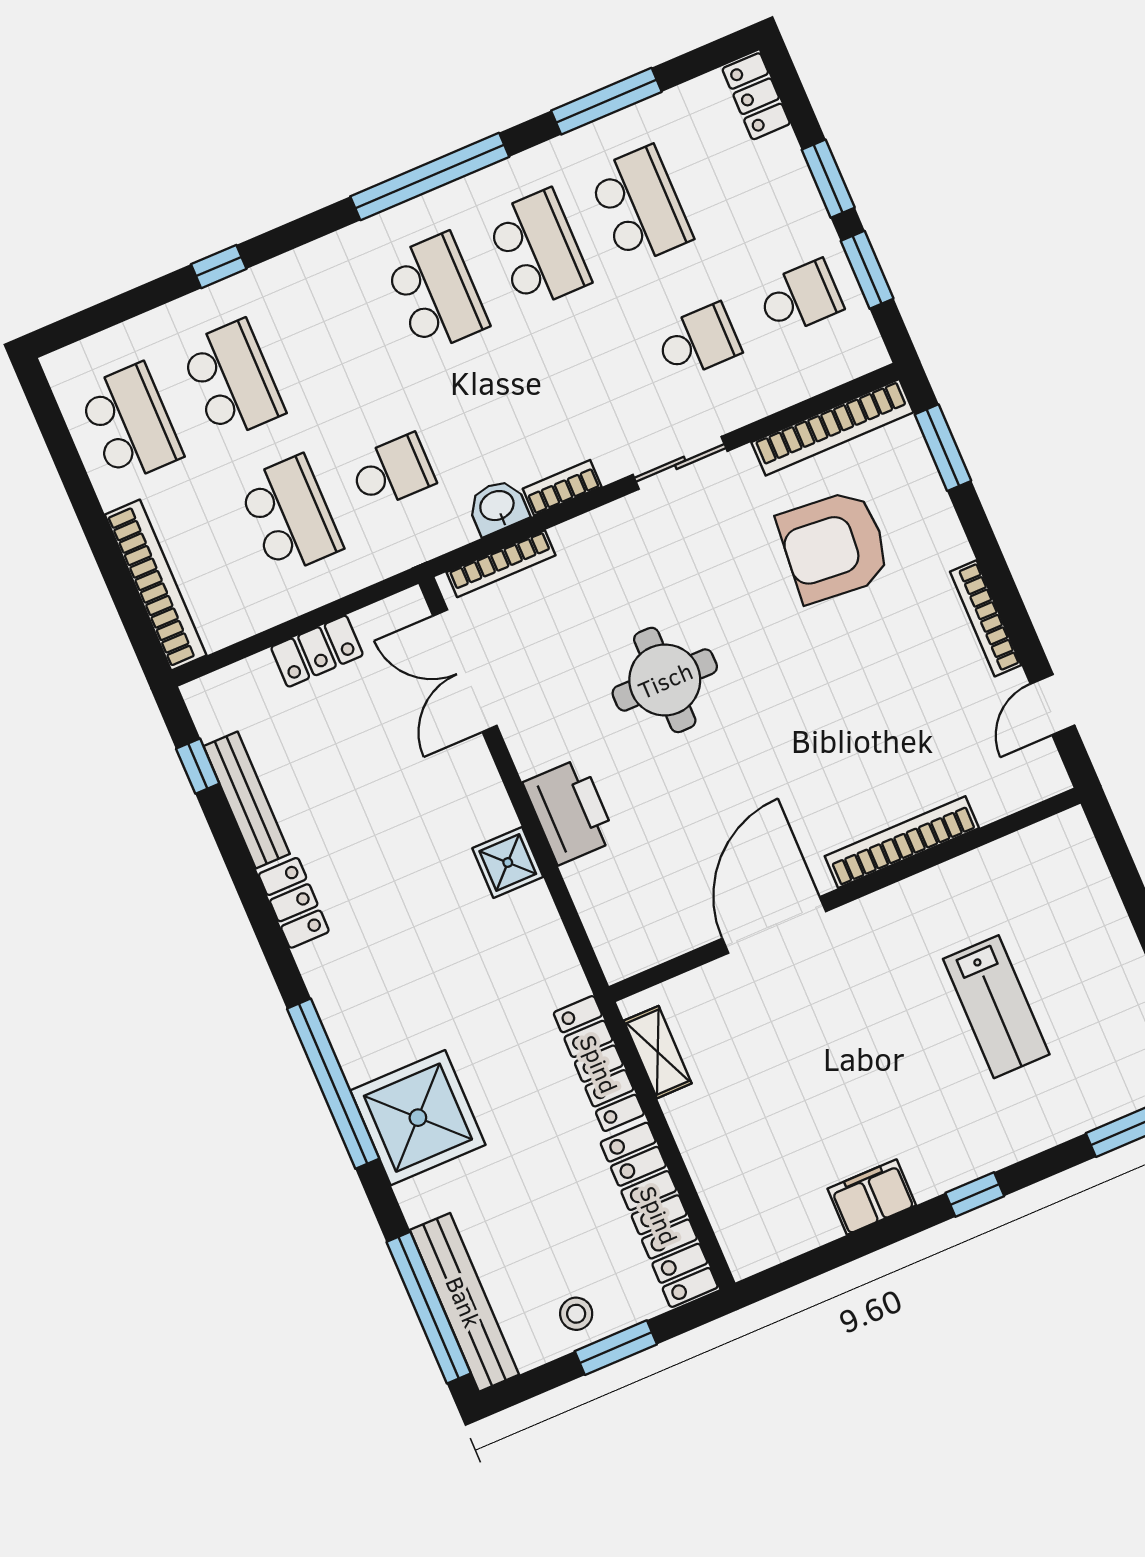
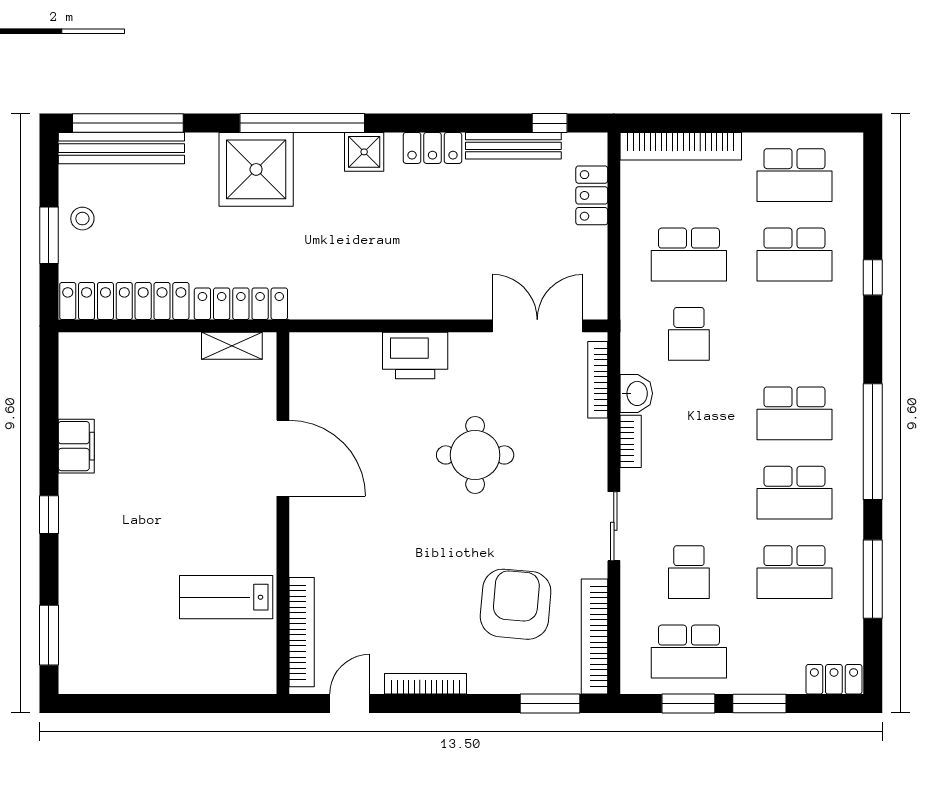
school desk: (800, 298) -> (689, 652), width x1.85
locker: (317, 651) -> (592, 195), moved
door: (1053, 705) -> (350, 704), hinge flipped
bookcase: (902, 842) -> (302, 632), moved
shower: (508, 863) -> (364, 152), moved
lab bench: (996, 1007) -> (226, 597), moved

